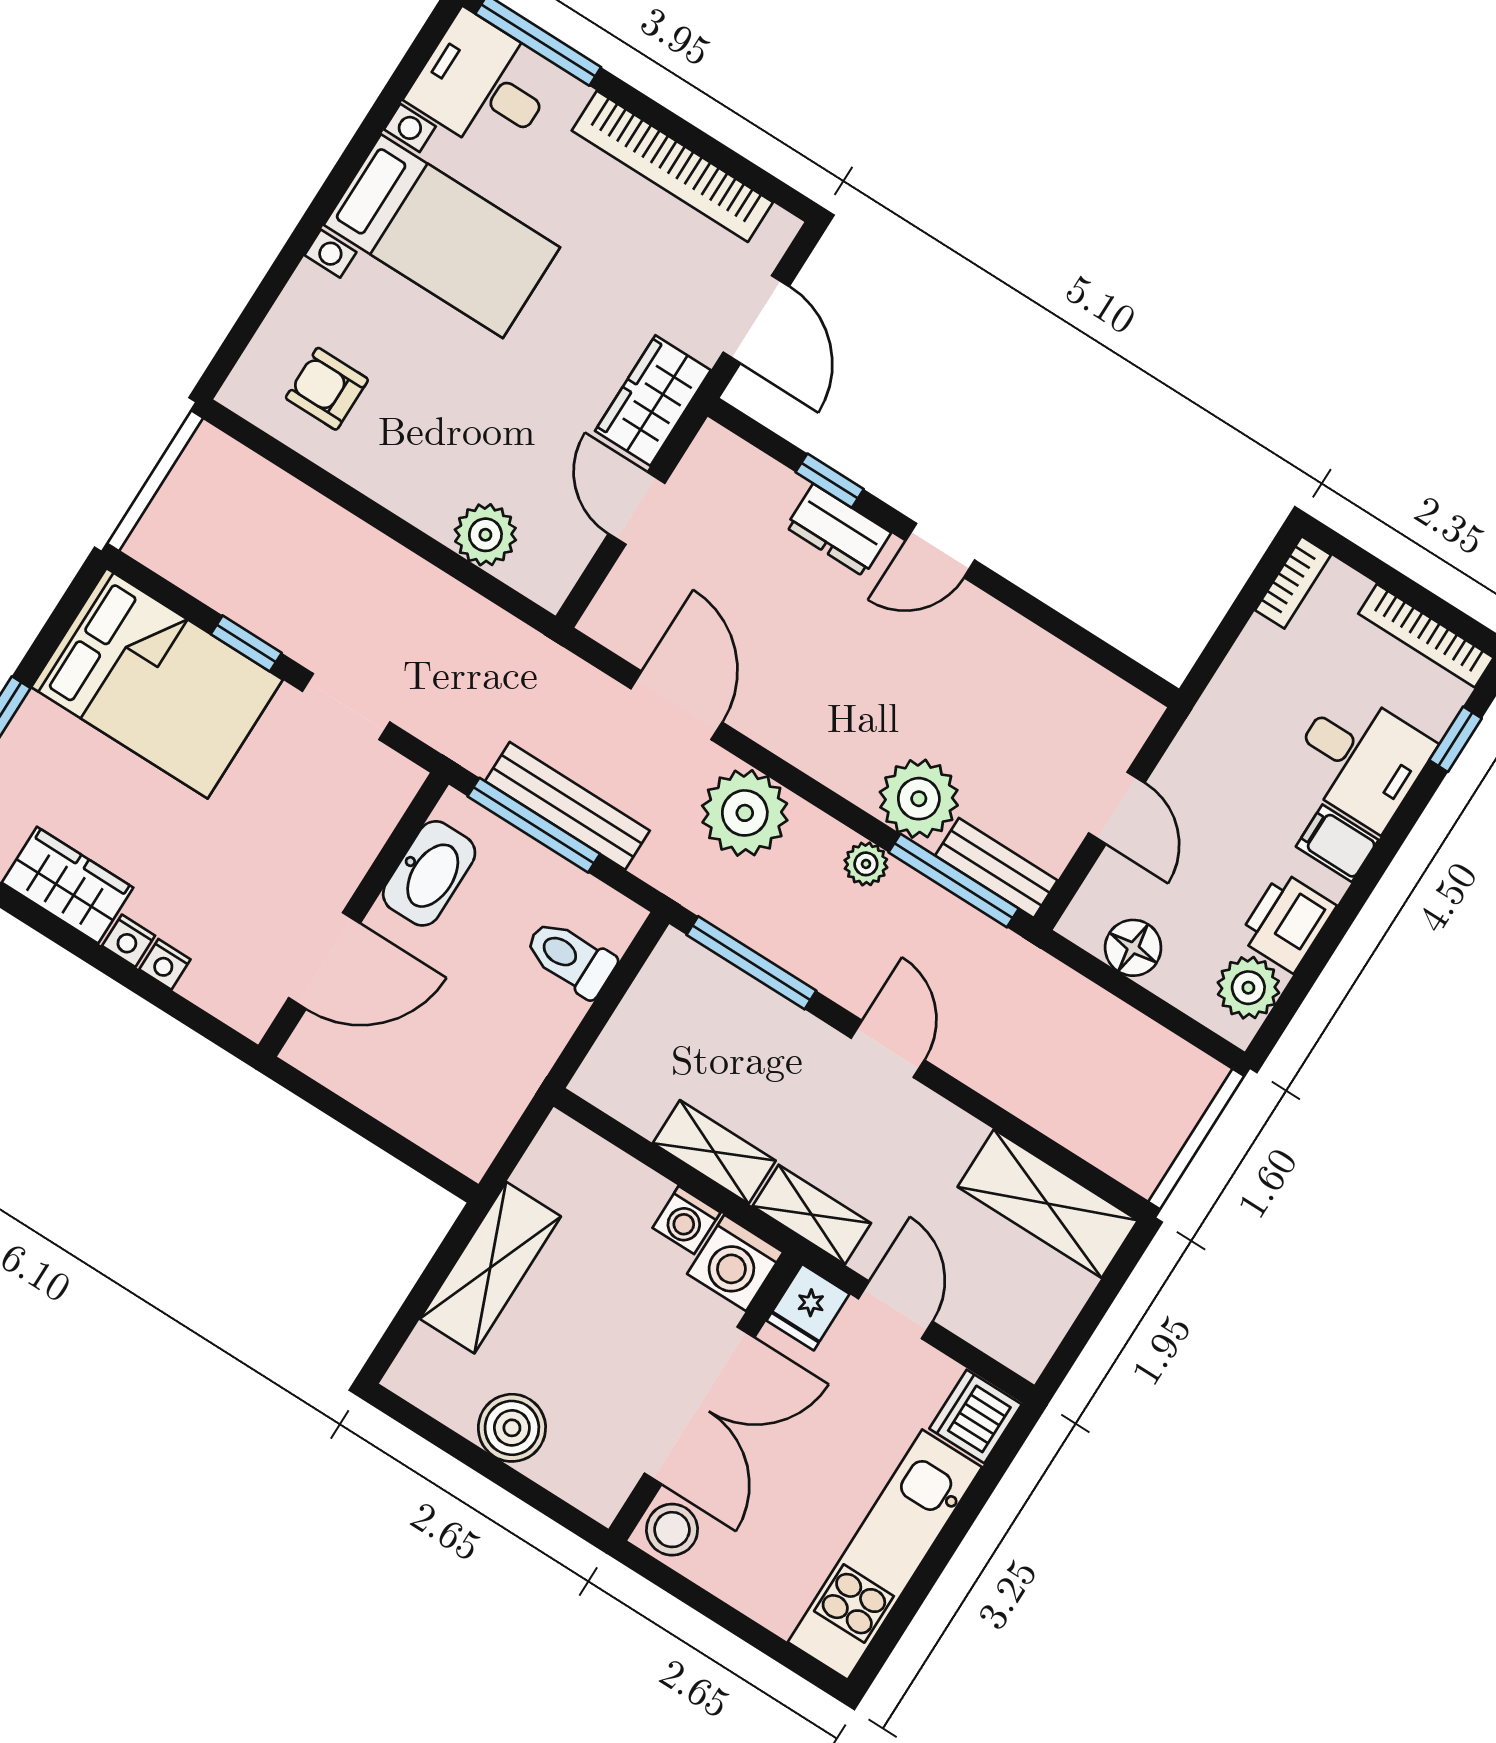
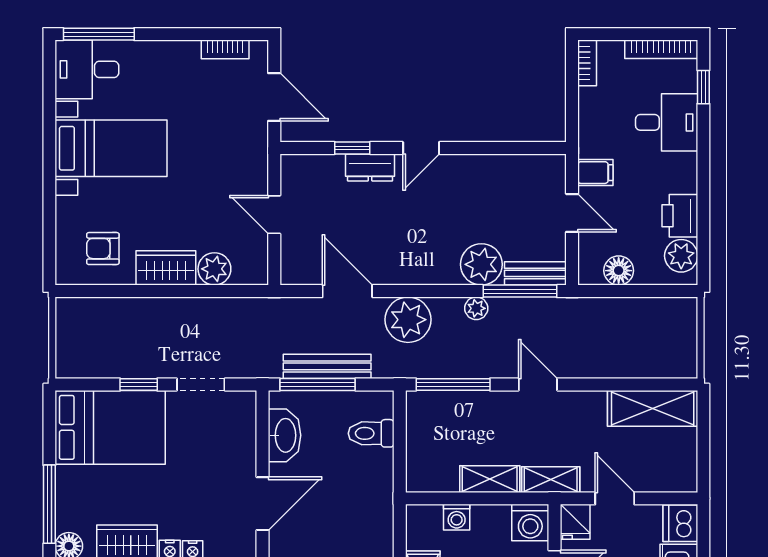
bookcase: (672, 166) -> (225, 49), width x0.43, depth x0.76
wardrobe: (653, 400) -> (166, 268), moved, turned 90
filing cabinet: (1337, 843) -> (595, 173), moved, turned 180
washing machine: (686, 1220) -> (457, 517), moved

